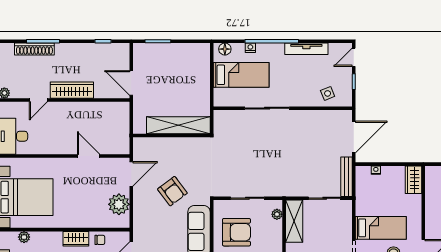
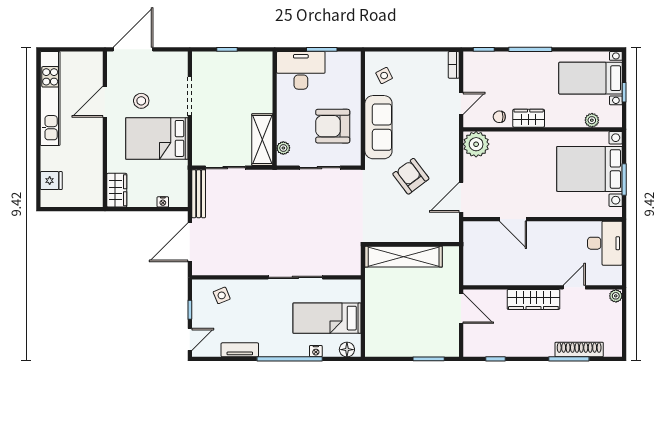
tv unit: (306, 49) -> (240, 350), width x0.71
plant: (119, 204) -> (476, 144), moved
bed: (381, 228) -> (157, 138), width x1.50

